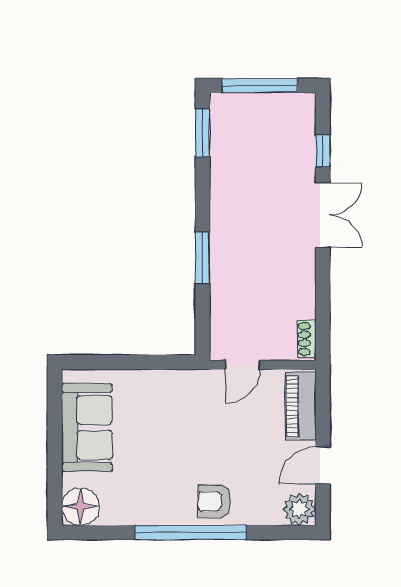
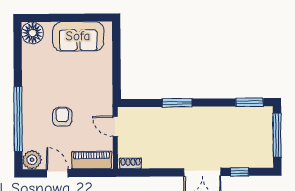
armchair: (214, 501) -> (62, 117), moved
window: (190, 532) -> (18, 119), moved

